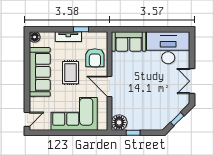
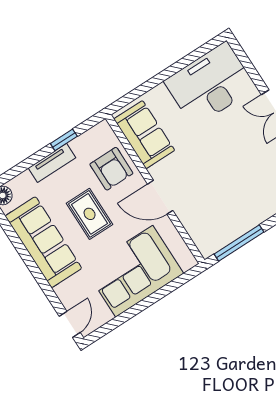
sofa: (129, 41) -> (144, 135), moved, turned -90
floor lamp: (119, 122) -> (209, 241), removed
window: (133, 133) -> (239, 243), width x2.17

